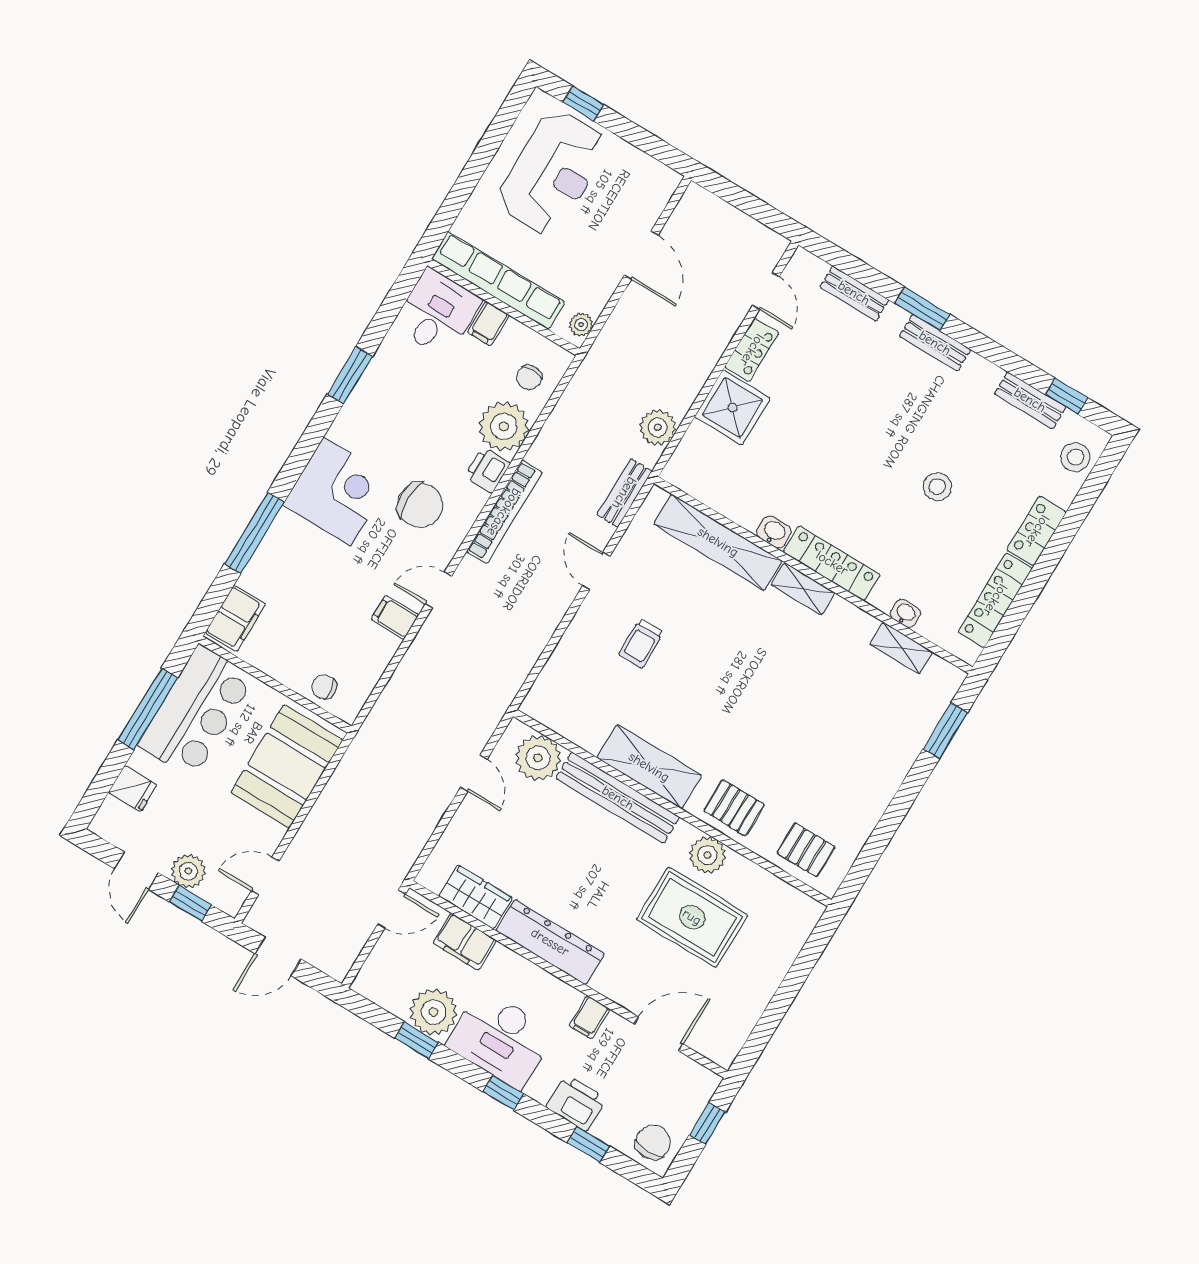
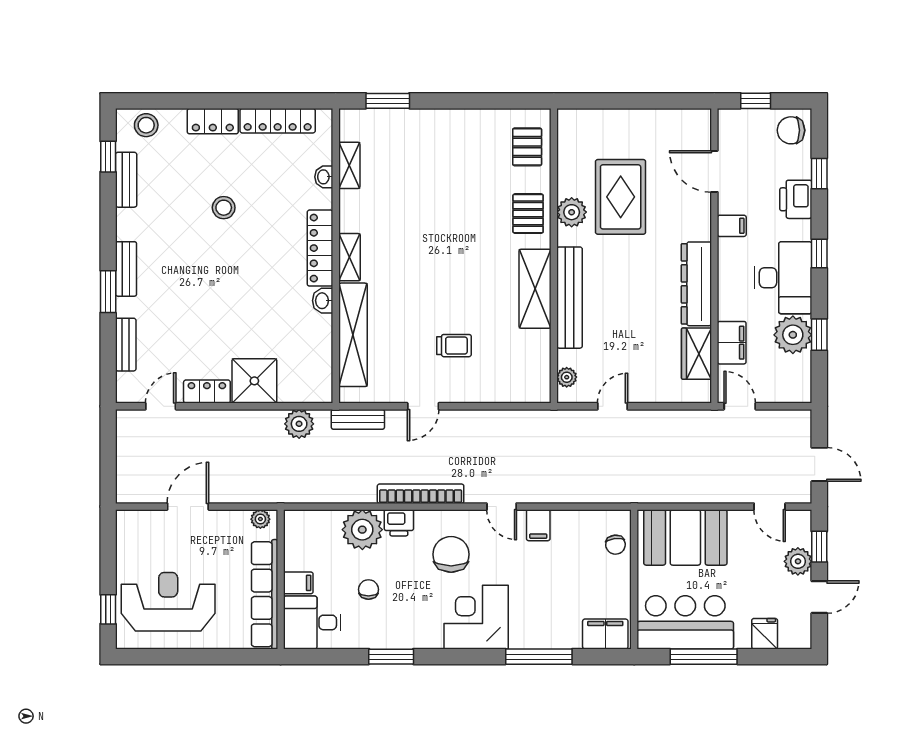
chair: (529, 377) -> (368, 589), moved, turned -90
plant: (538, 758) -> (567, 377), width x0.53, depth x0.53

